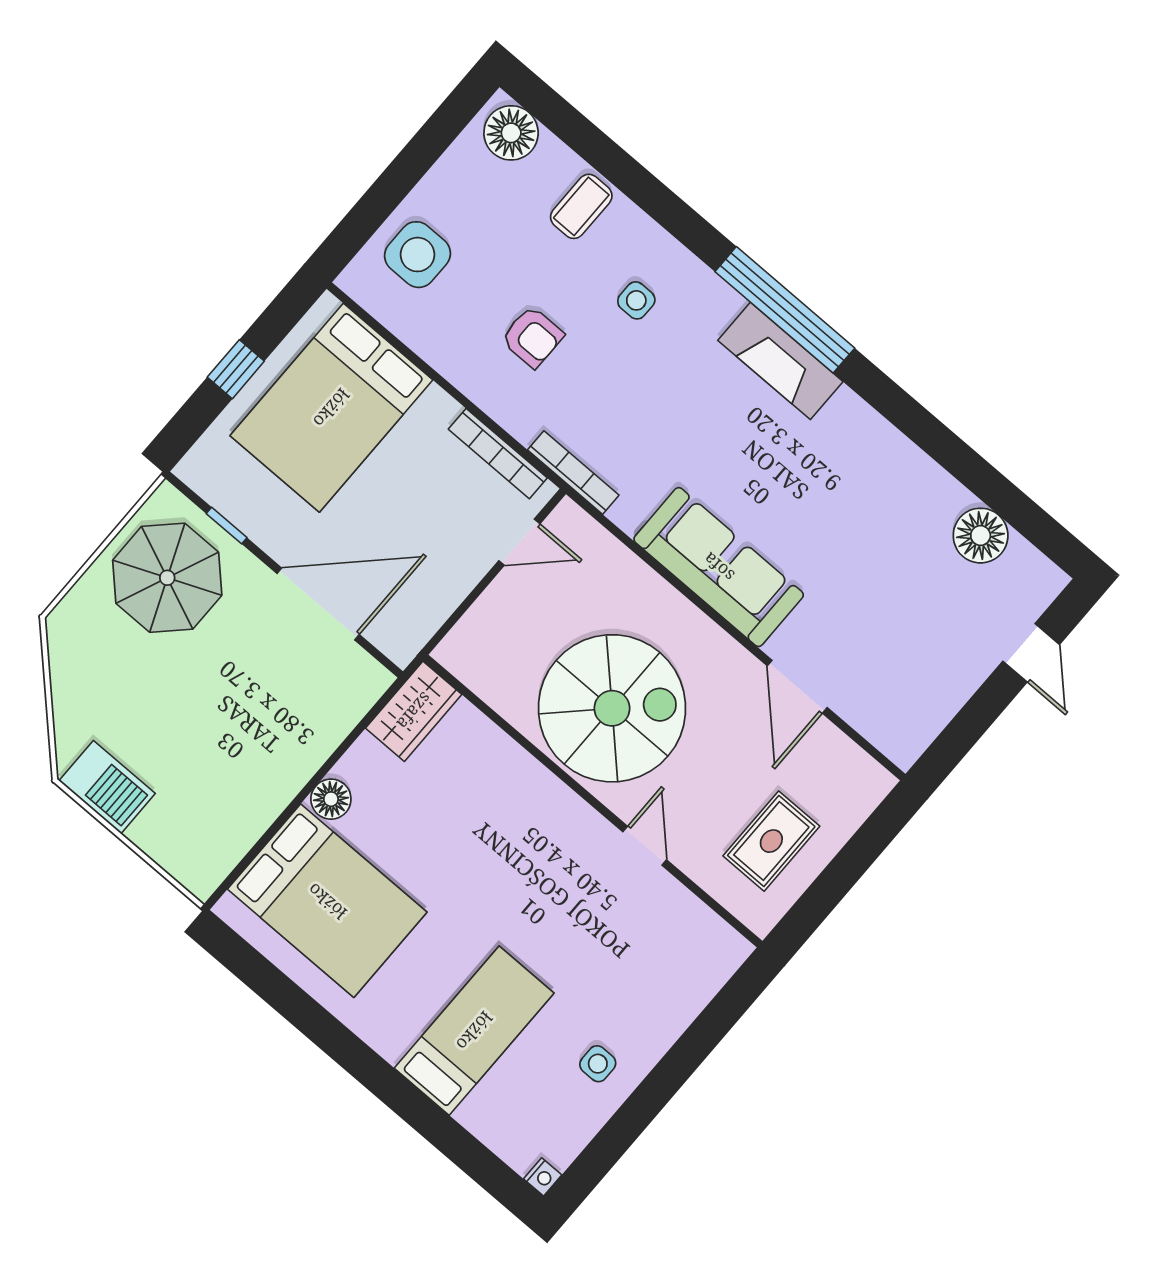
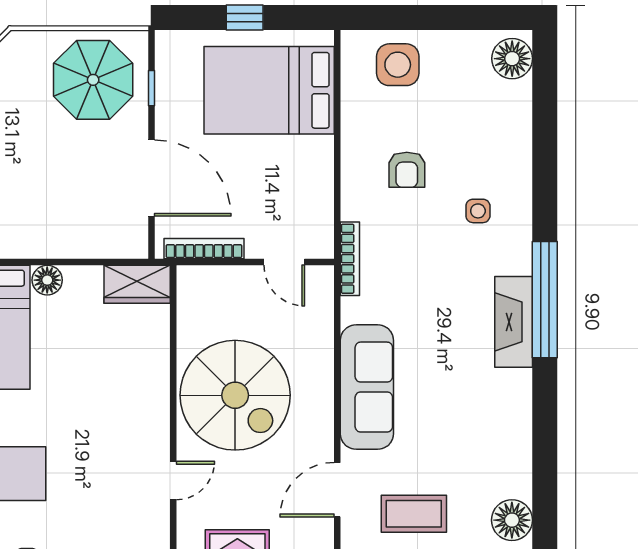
coffee table: (581, 206) -> (414, 514), moved, width x1.36, depth x1.30
bookcase: (498, 454) -> (204, 249), moved, turned 90

